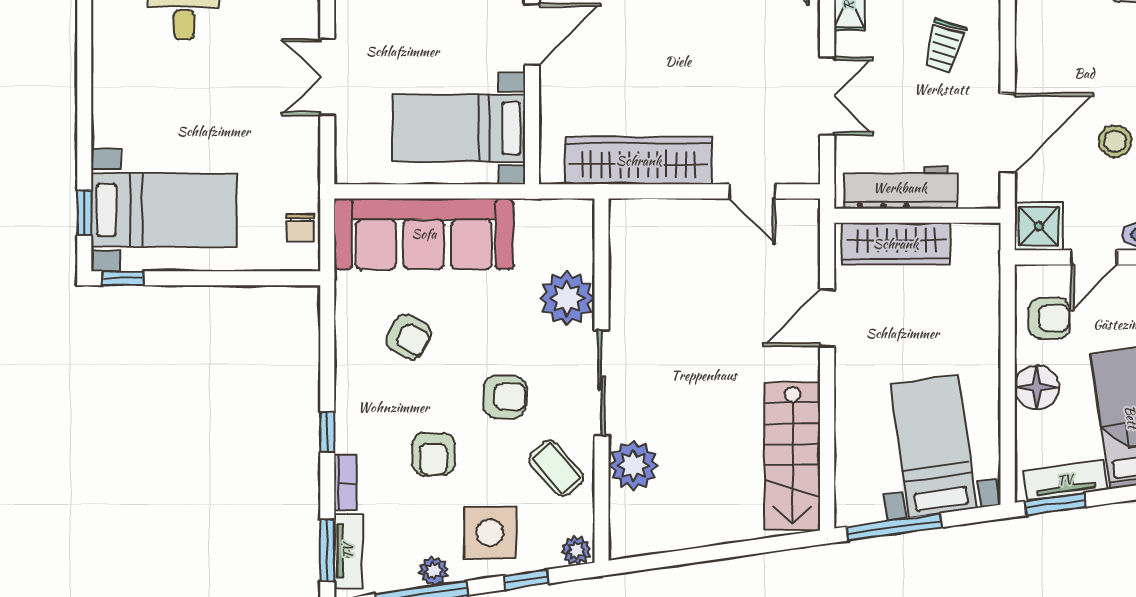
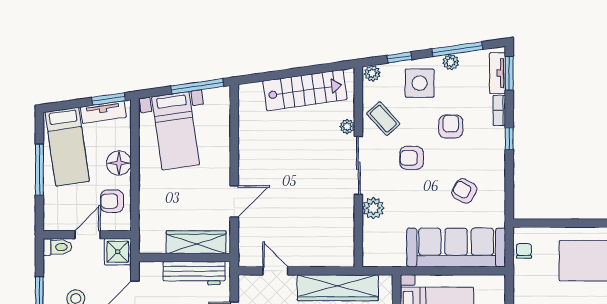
plant: (567, 298) -> (373, 208), width x0.73, depth x0.73
stairs: (792, 456) -> (305, 90), moved, turned 82
plant: (633, 466) -> (347, 127), width x0.53, depth x0.53

